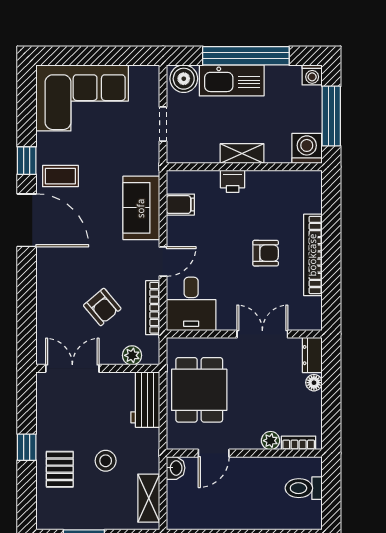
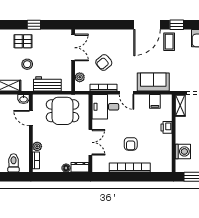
washing machine: (307, 148) -> (183, 151), moved
shelving: (242, 154) -> (180, 105), moved
workbench: (145, 400) -> (47, 84), moved

